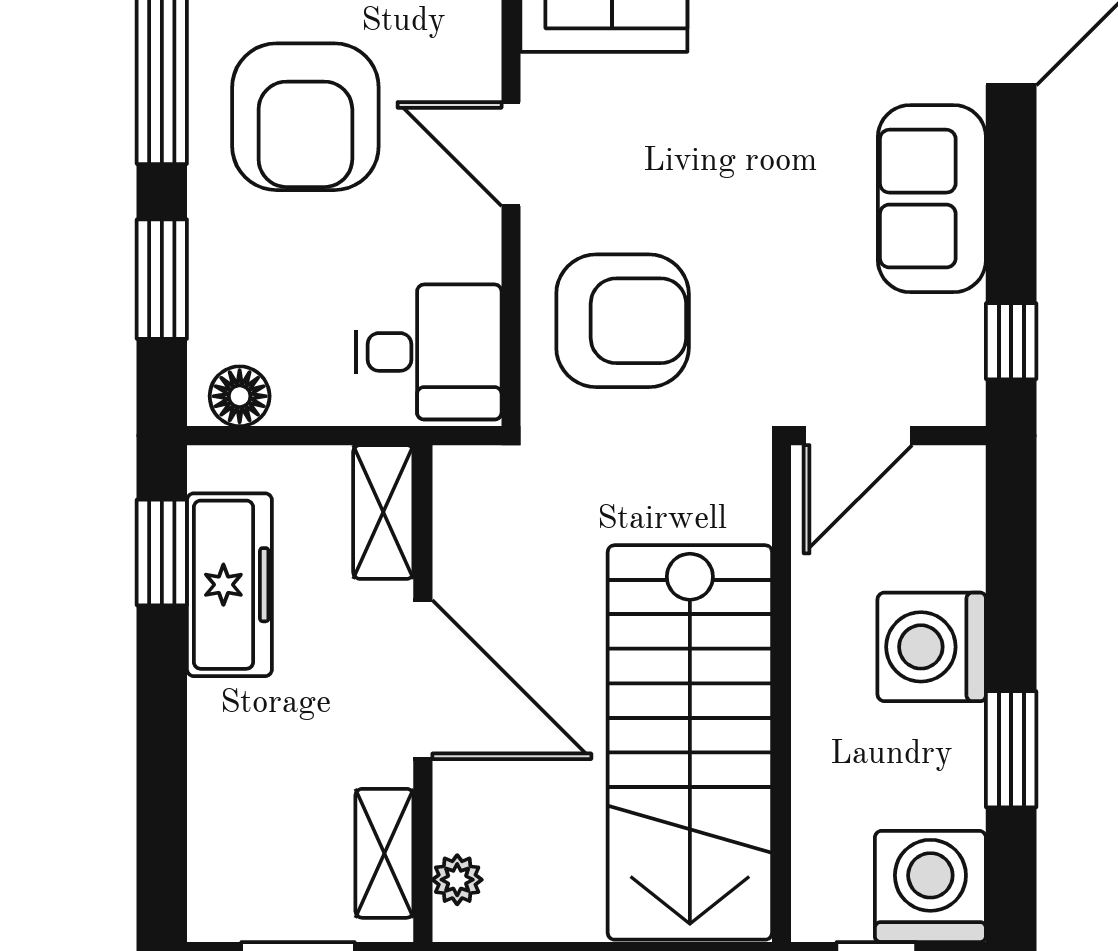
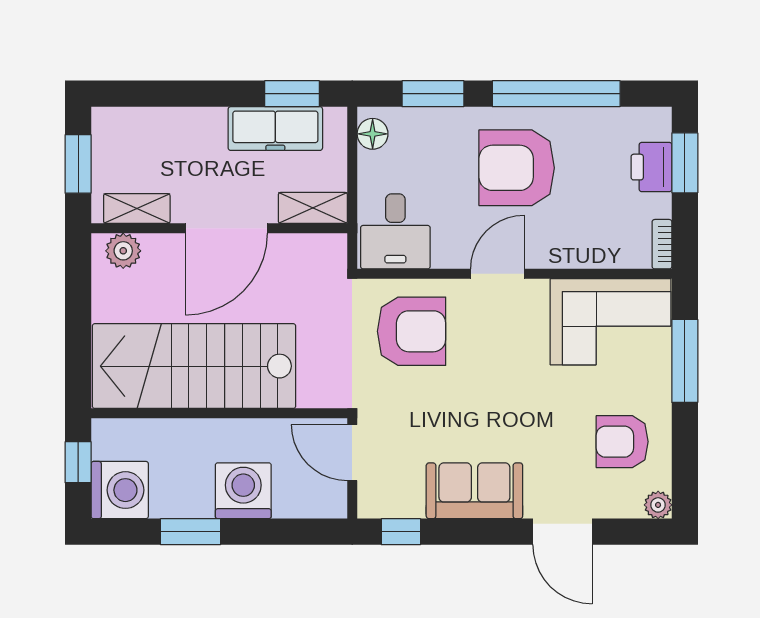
armchair: (623, 321) -> (411, 331), turned -90
plant: (457, 880) -> (123, 251), width x1.38, depth x1.38

